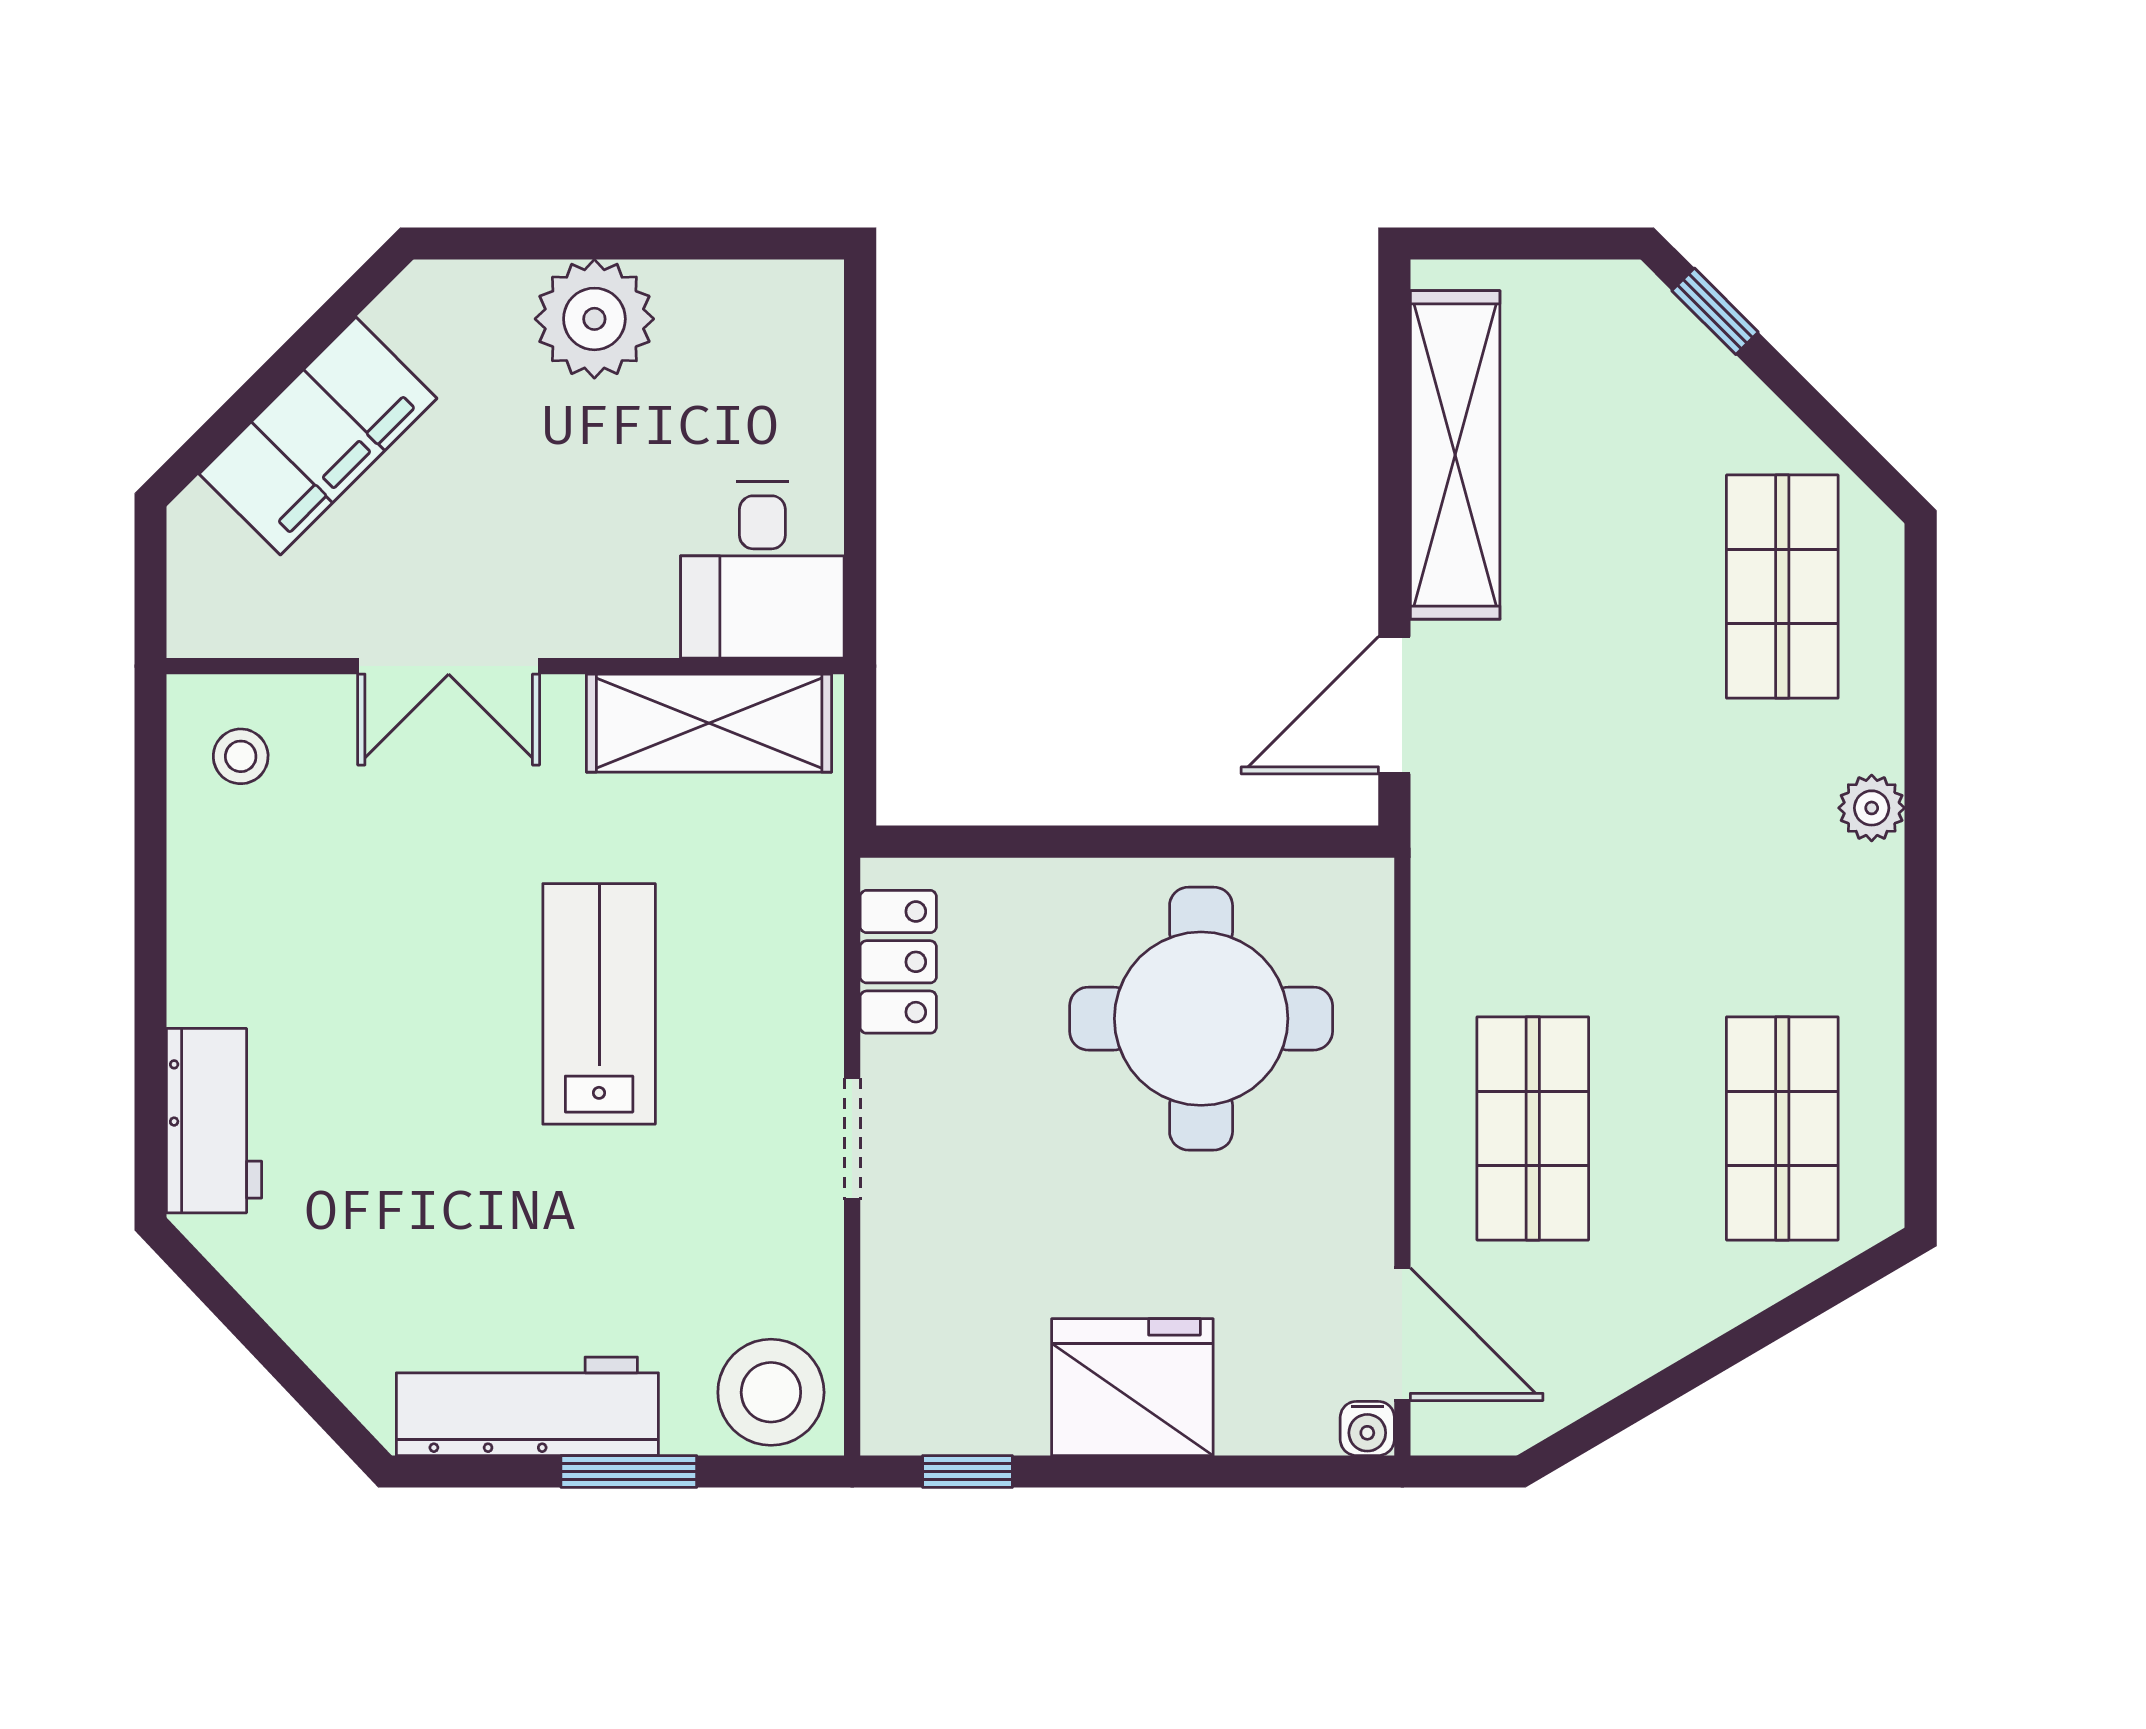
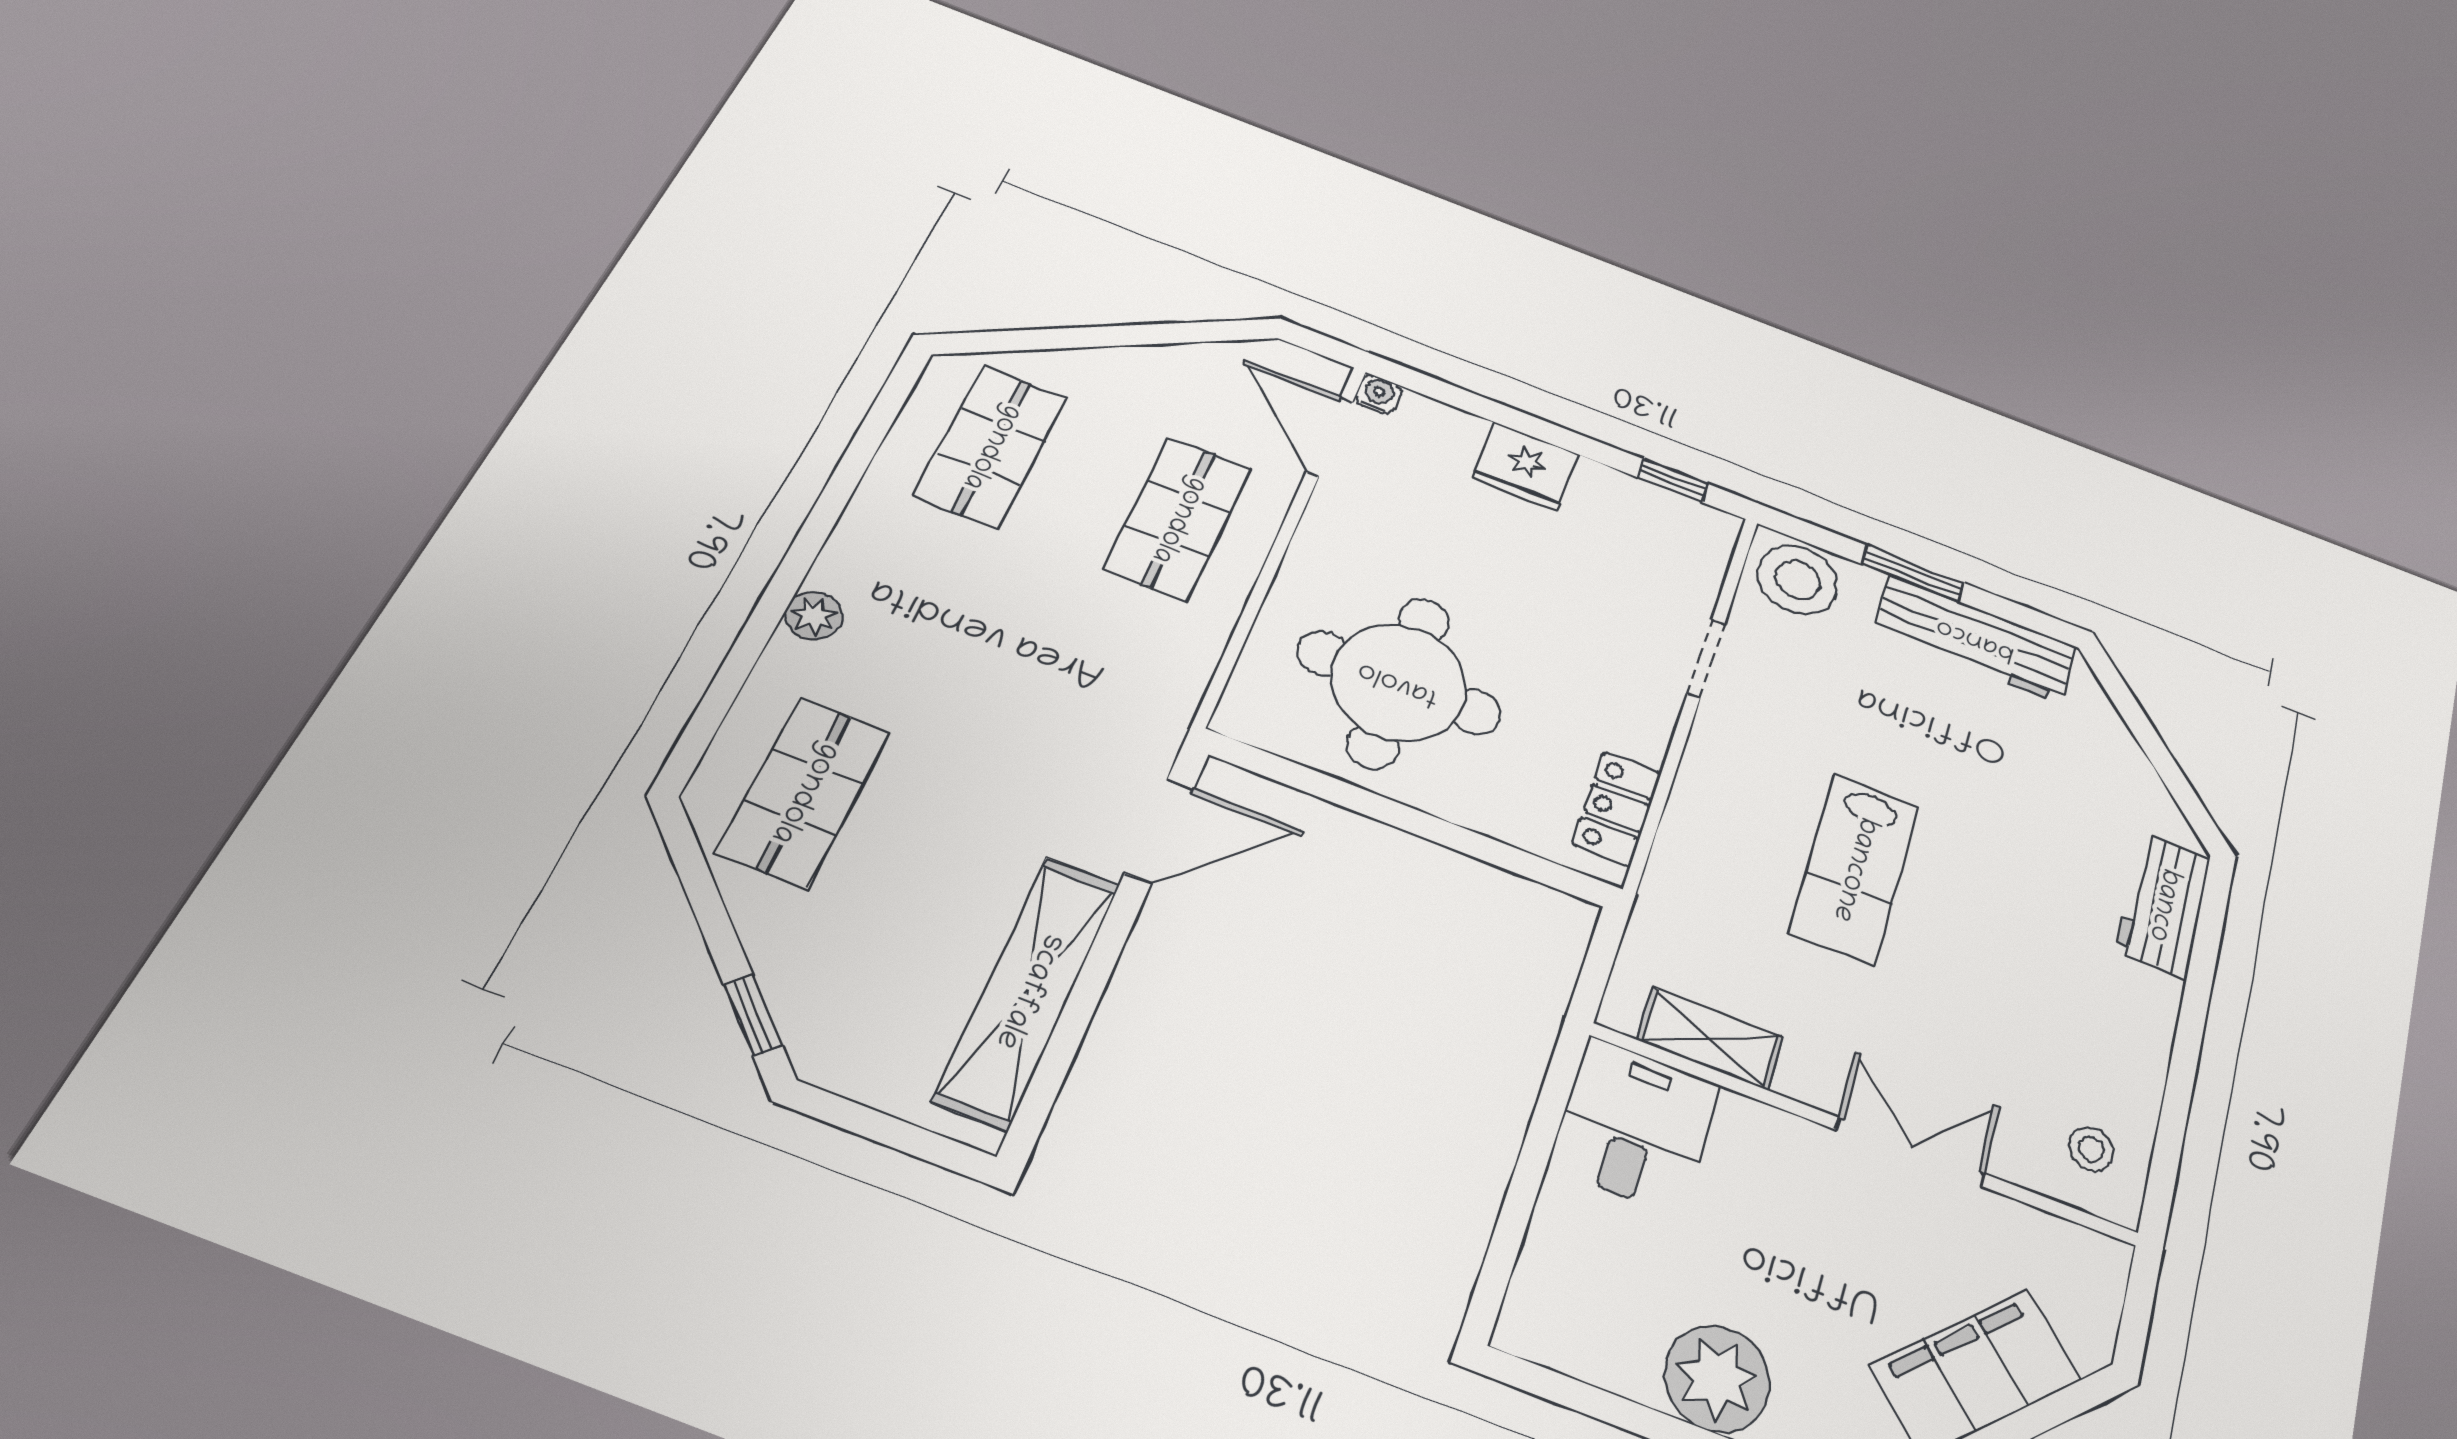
shelving: (709, 723) -> (1710, 1038), width x0.67, depth x0.75
doorway: (852, 1139) -> (1706, 659), moved
fridge: (1132, 1387) -> (1526, 467), width x0.73, depth x0.75

